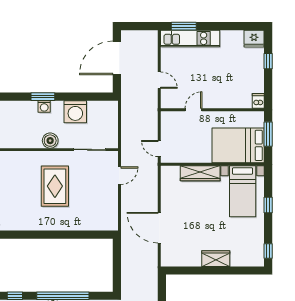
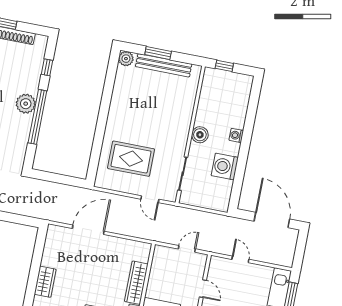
door: (159, 80) -> (240, 259), swing flipped
window: (43, 97) -> (247, 136), removed
door: (159, 149) -> (187, 249), moved
rug: (55, 186) -> (131, 159), moved

